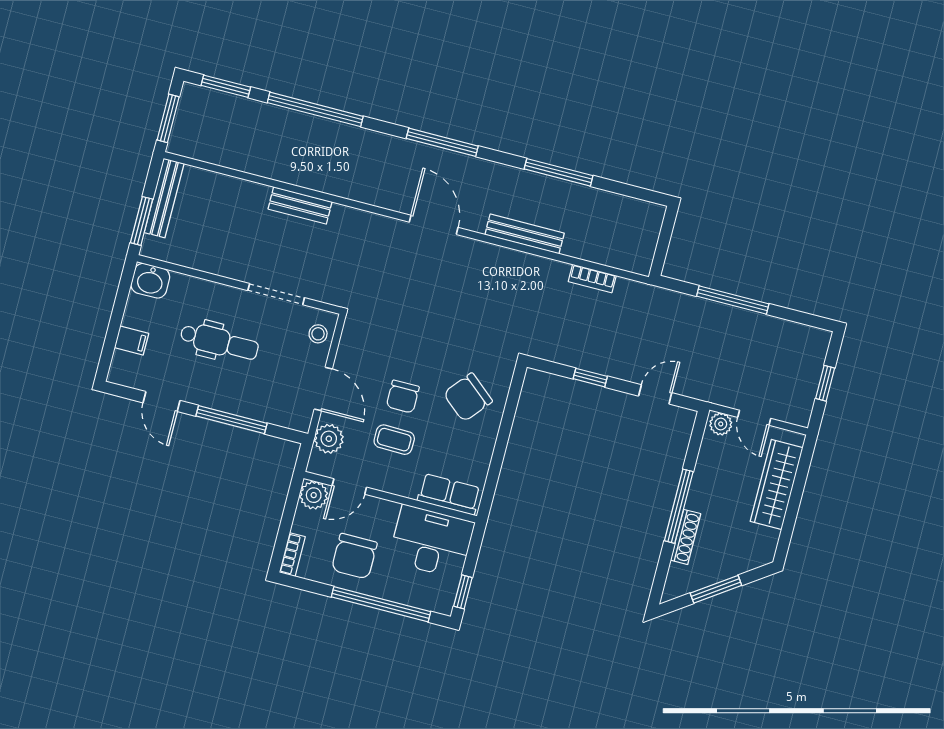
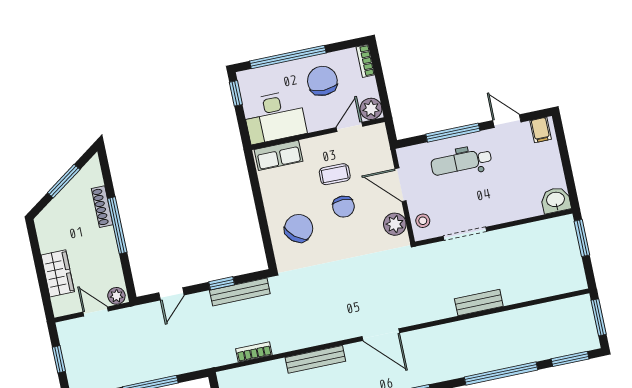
bench: (164, 198) -> (240, 292), moved, turned 90
filing cabinet: (132, 341) -> (541, 130), moved, turned -90
dental chair: (219, 342) -> (461, 162), moved
chair: (403, 397) -> (343, 207), turned 180
plant: (329, 439) -> (395, 224), moved
wardrobe: (777, 484) -> (58, 273), width x0.67

